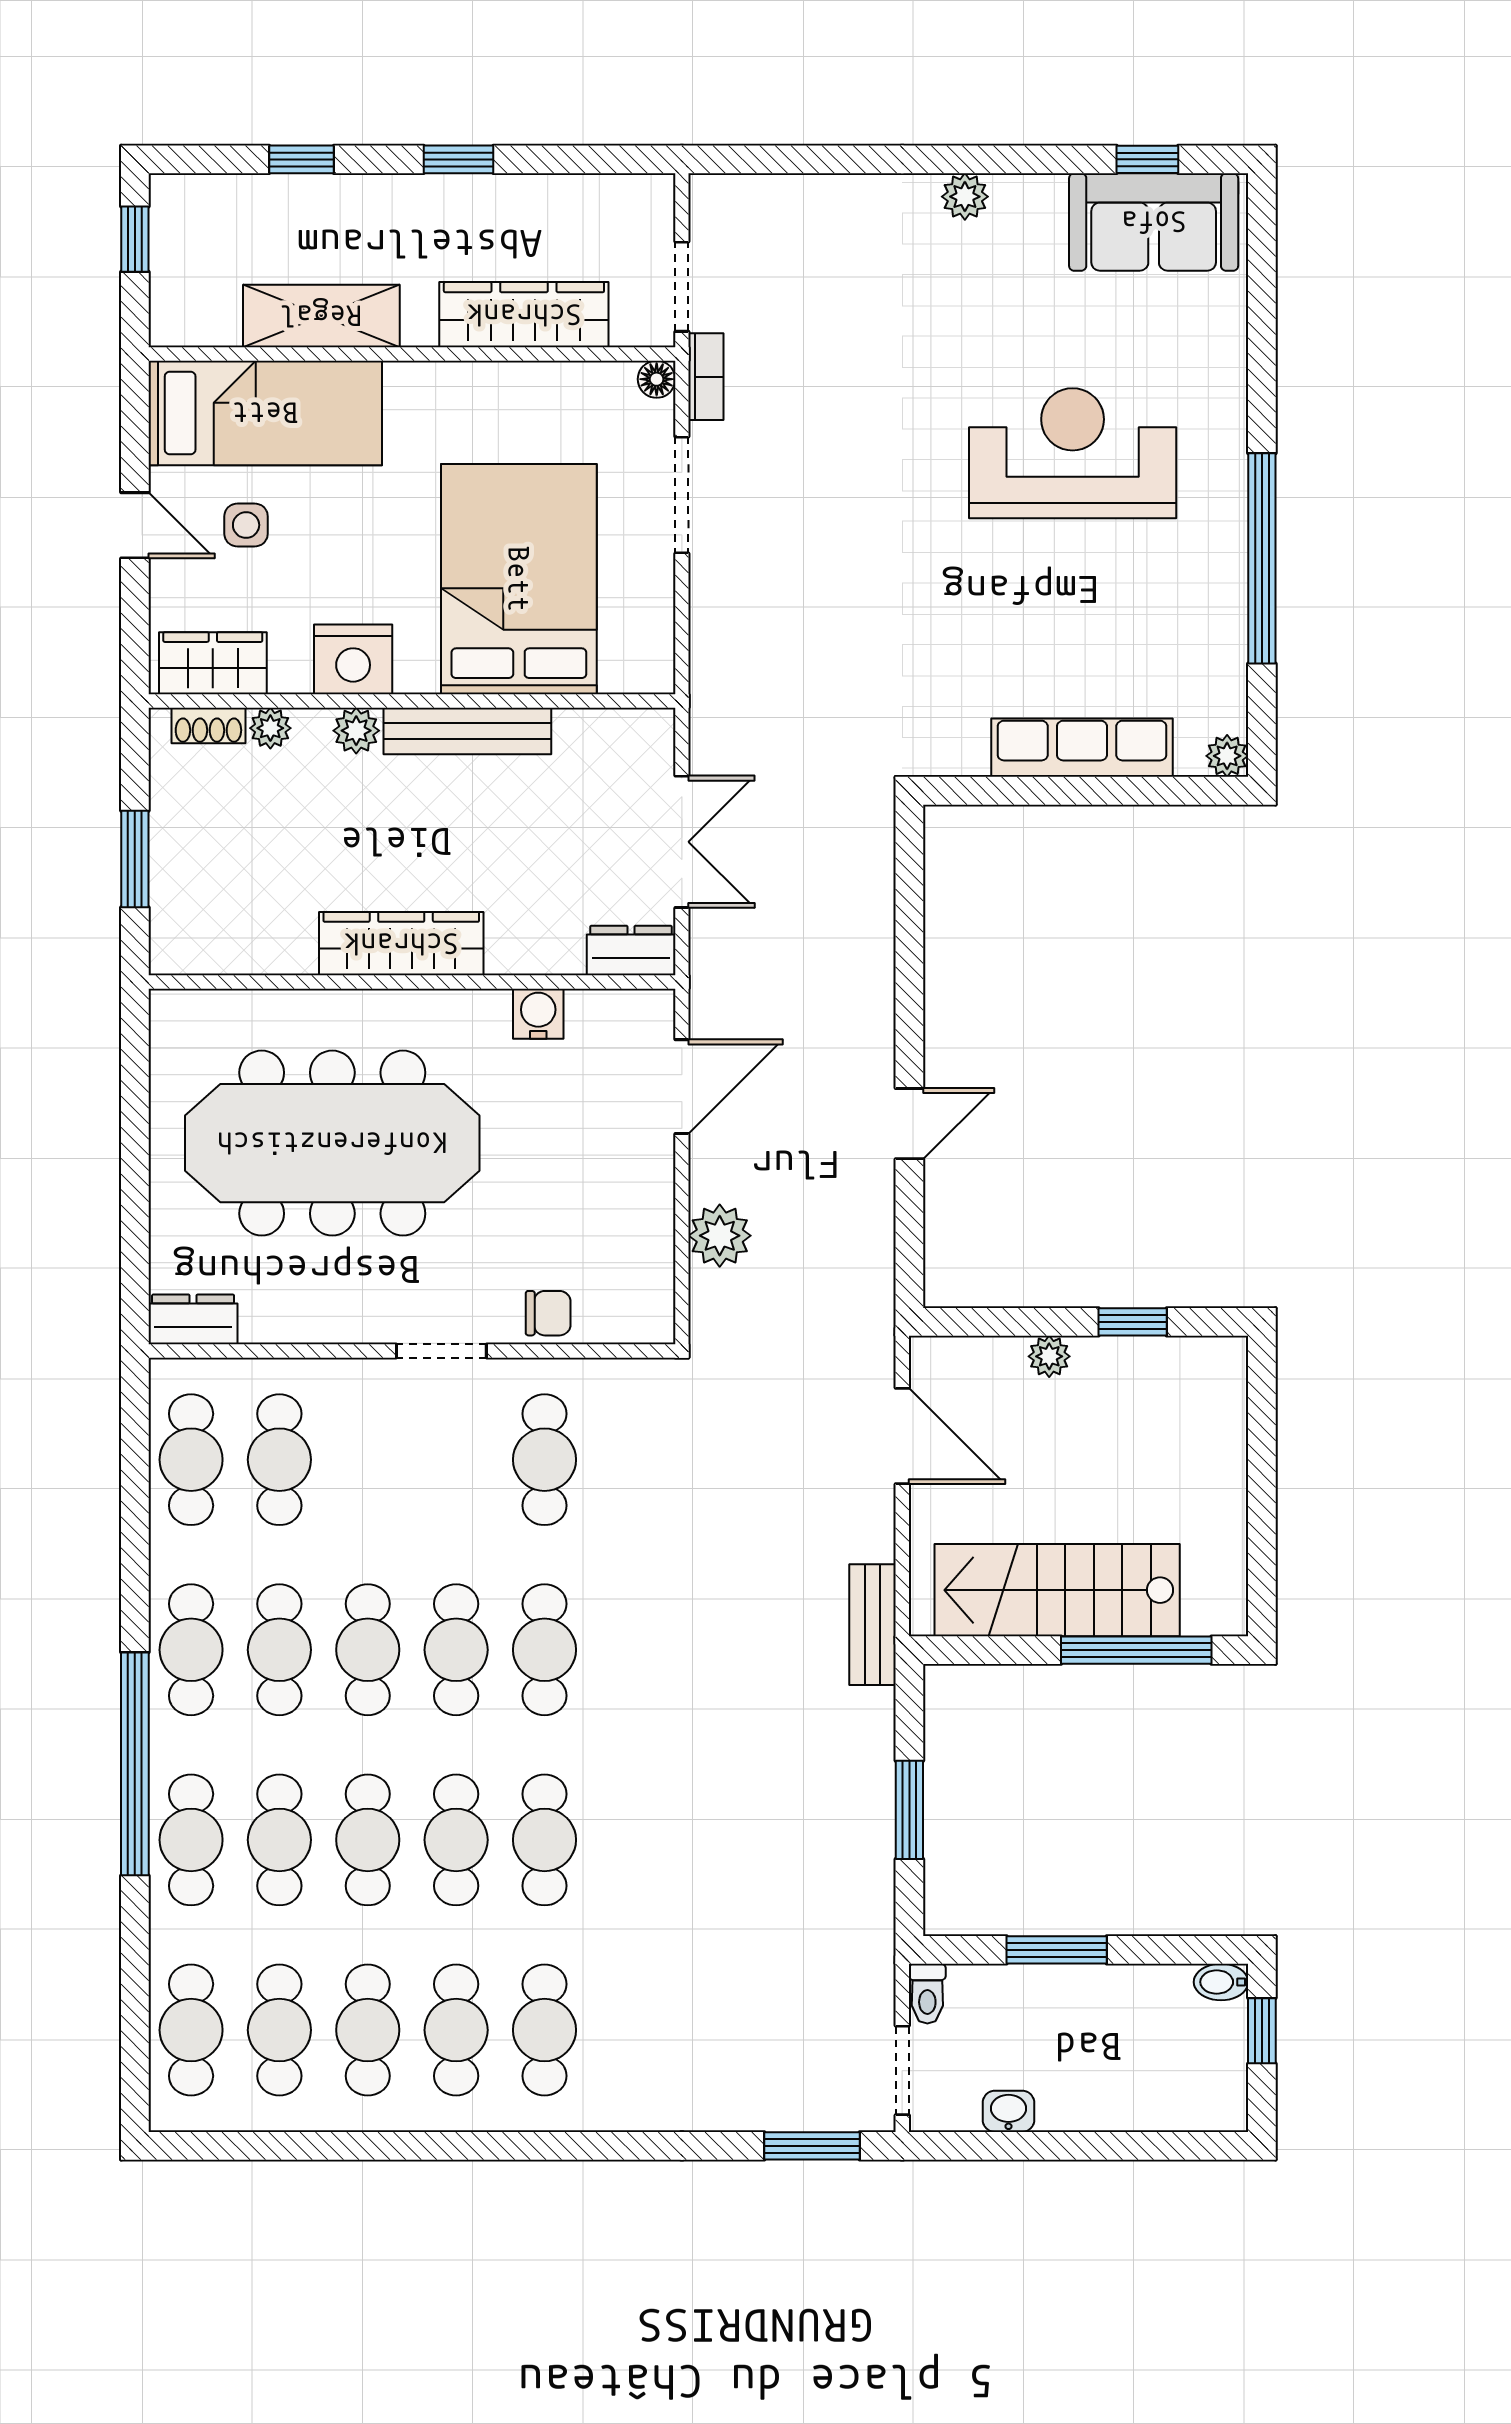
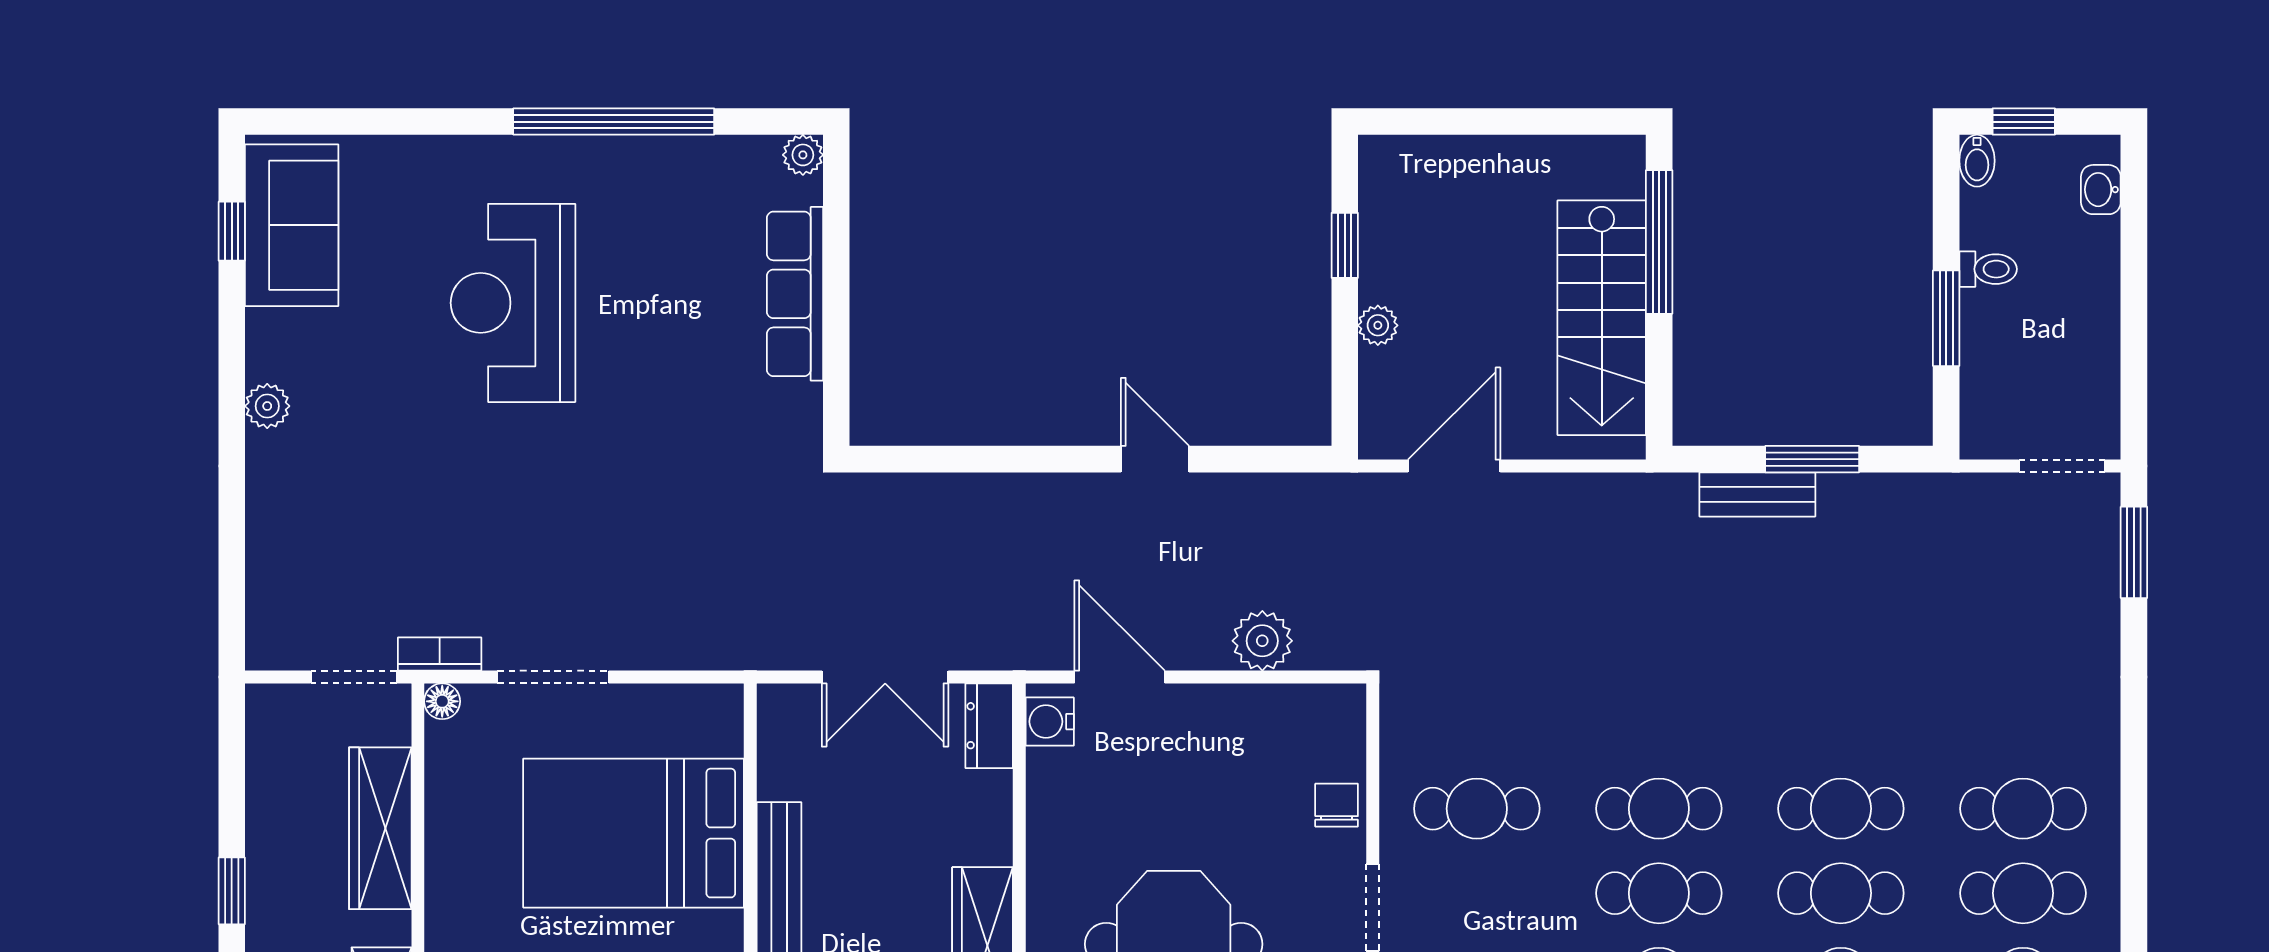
double door: (682, 842) -> (885, 677), swing flipped
water cooler: (538, 1014) -> (1050, 722), moved
bench: (873, 1625) -> (1757, 494), moved
toilet: (927, 1994) -> (1988, 269), moved
washbasin: (1009, 2111) -> (2101, 190), moved

